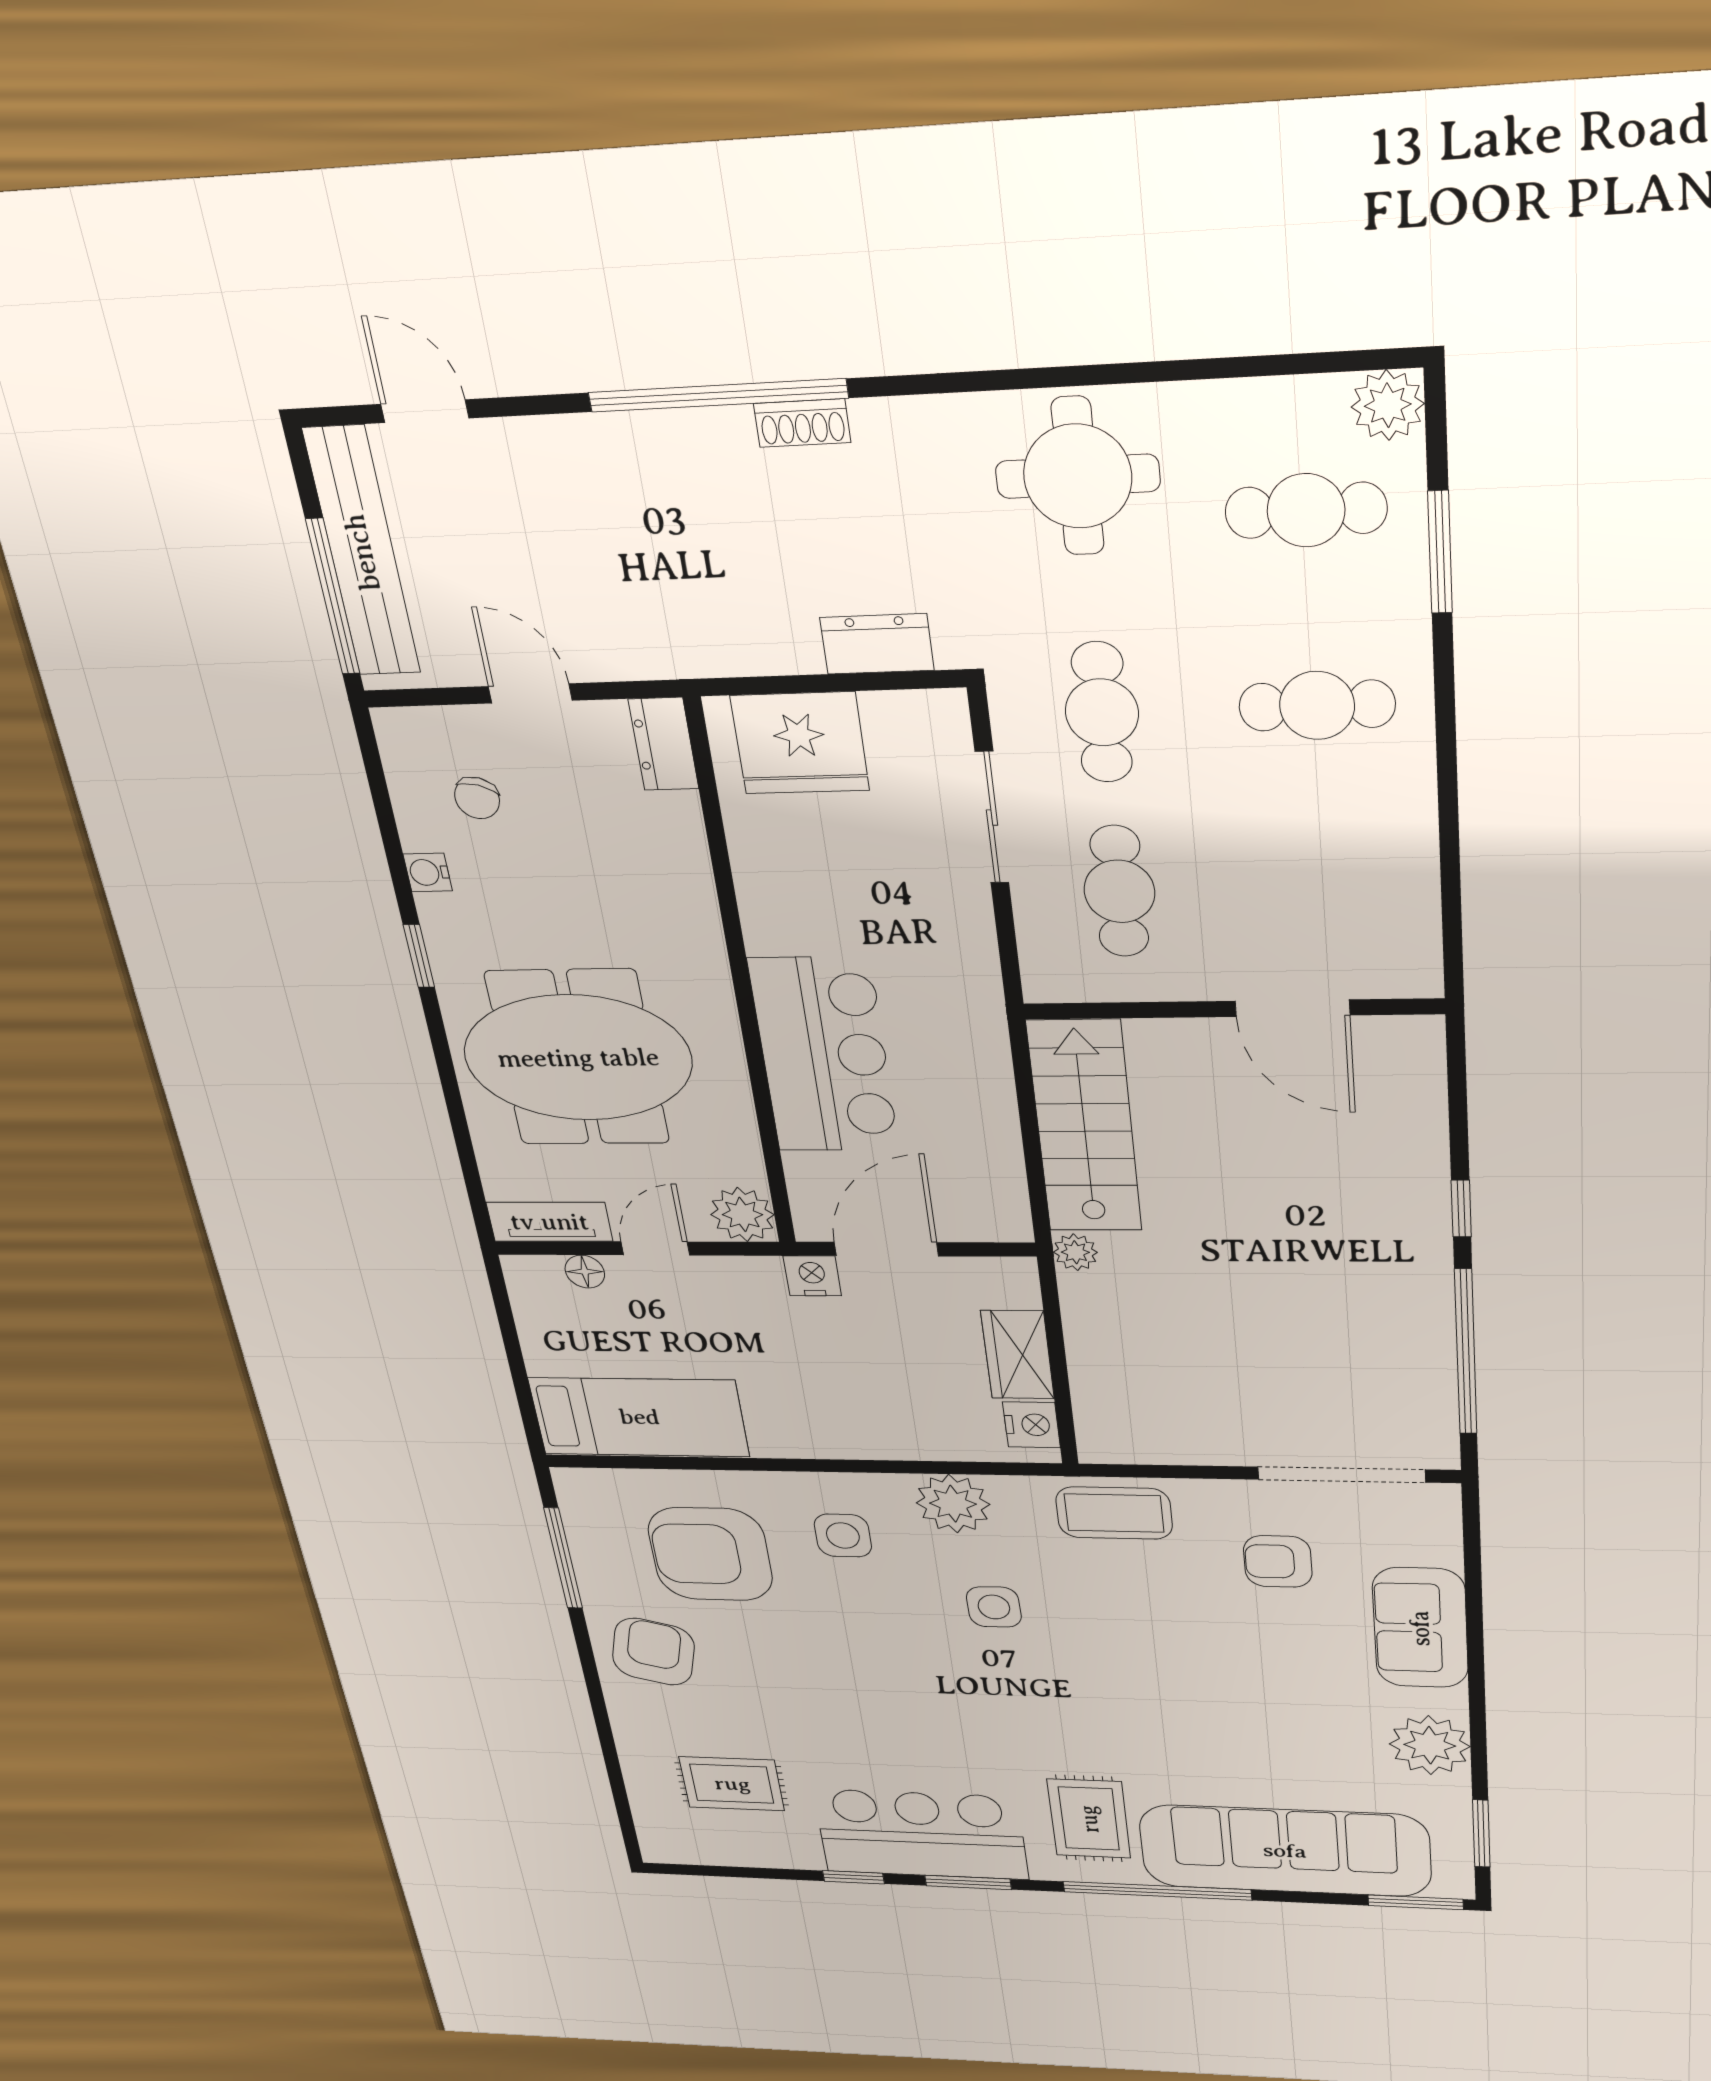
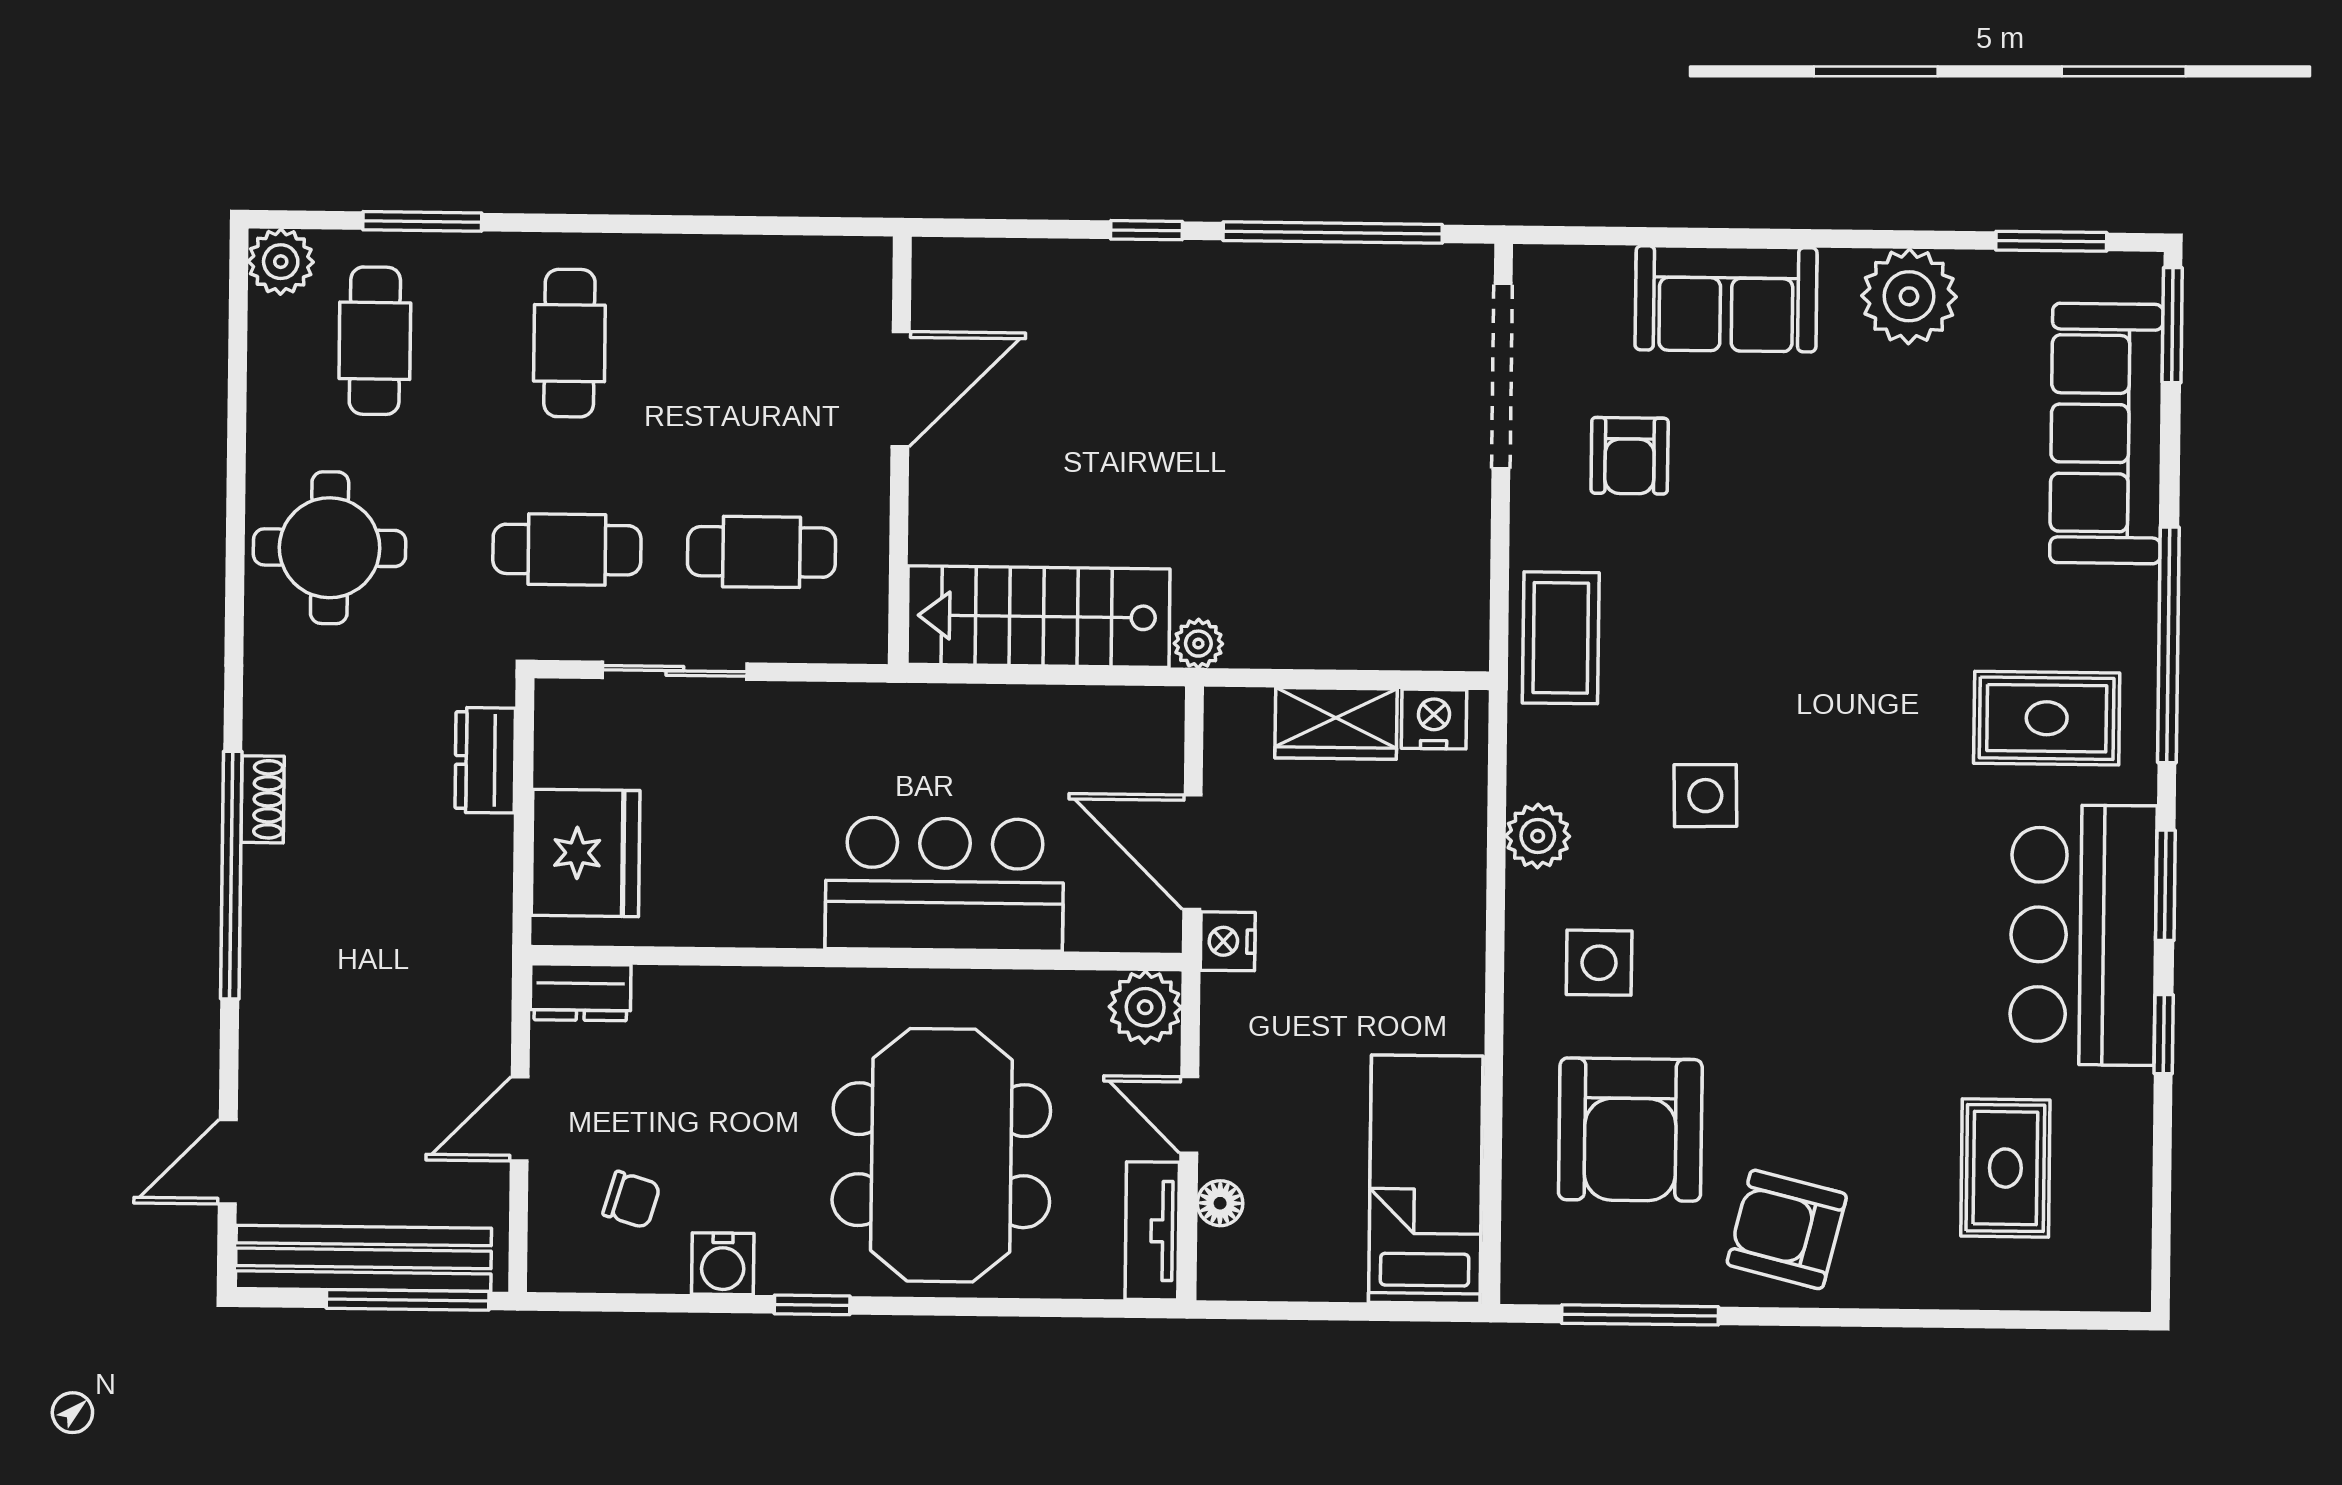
water cooler: (428, 872) -> (723, 1264), width x1.38, depth x1.38
plant: (953, 1504) -> (1538, 836), width x0.73, depth x0.73
sofa: (1285, 1851) -> (2106, 433), width x0.74, depth x0.79

